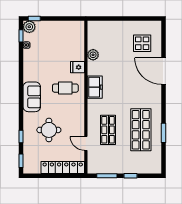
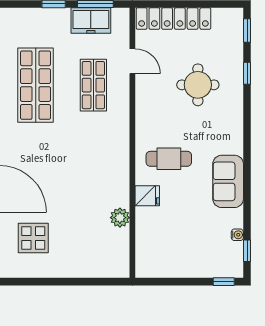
plant: (29, 27) -> (233, 267), removed
freezer: (95, 87) -> (91, 21), moved, turned -90
sofa: (32, 97) -> (228, 181), moved

